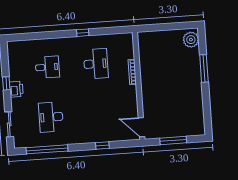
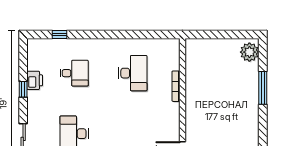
window: (83, 33) -> (60, 35), moved
printer: (16, 89) -> (35, 80), moved

